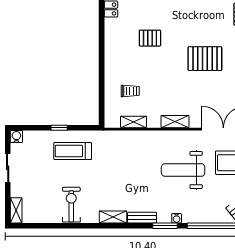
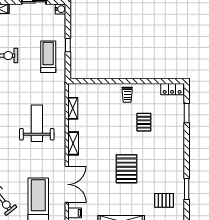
trolley: (130, 91) -> (127, 95), moved
weight bench: (183, 170) -> (37, 123), moved

